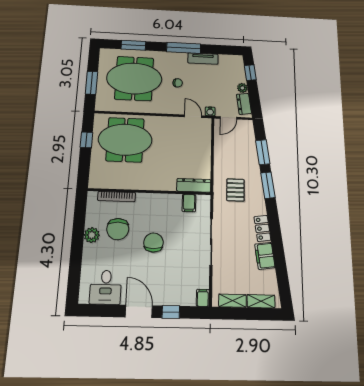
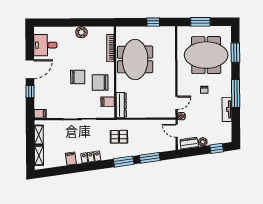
meeting table: (134, 78) -> (206, 55), turned 90
meeting table: (125, 140) -> (135, 59), moved
chair: (118, 229) -> (100, 83), moved
filing cabinet: (265, 256) -> (71, 159), width x0.50

